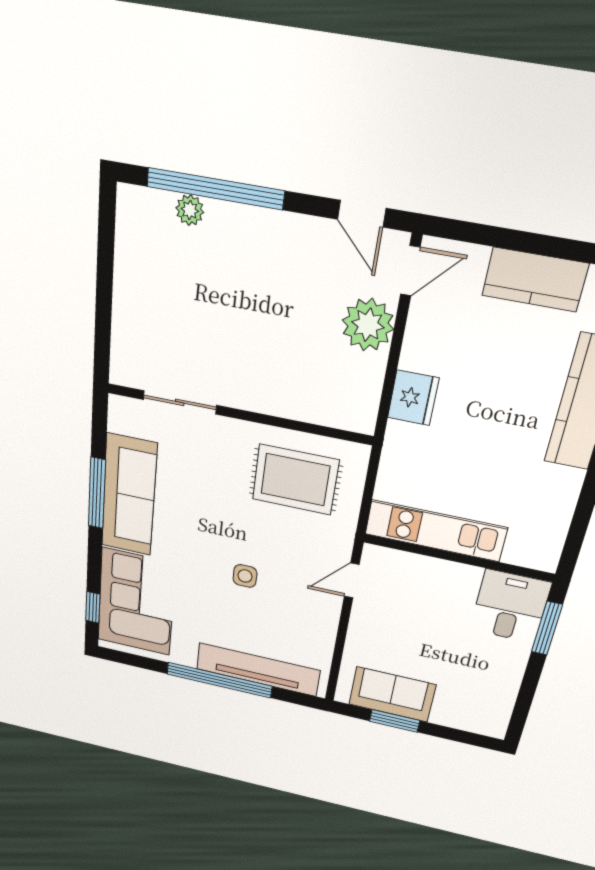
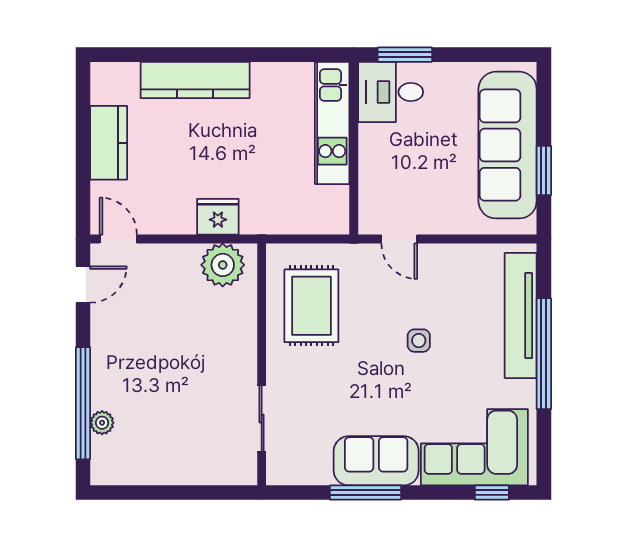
plant: (368, 325) -> (223, 265), moved
sofa: (129, 495) -> (376, 461), width x0.73
kitchen unit: (436, 531) -> (332, 123), moved
sofa: (392, 695) -> (508, 145), width x1.85, depth x1.27

